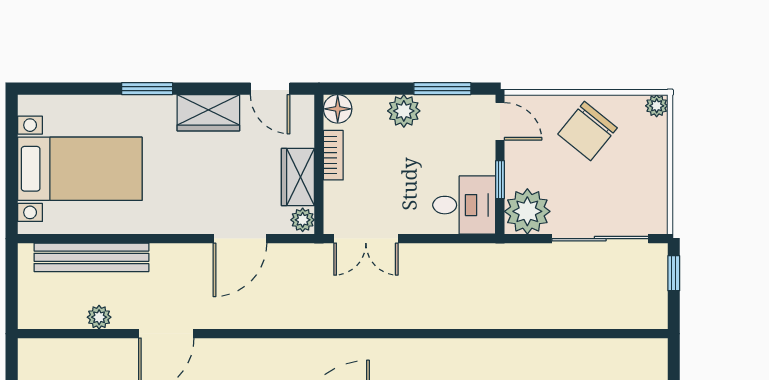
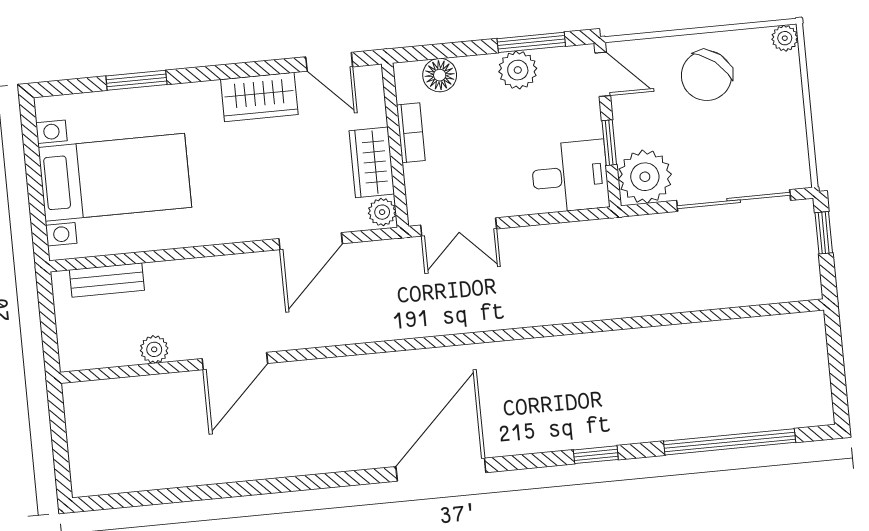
window: (147, 89) -> (136, 80), moved
floor lamp: (338, 109) -> (440, 75), moved
plant: (404, 111) -> (518, 70), moved
bench: (91, 257) -> (107, 280), width x0.54, depth x0.82

